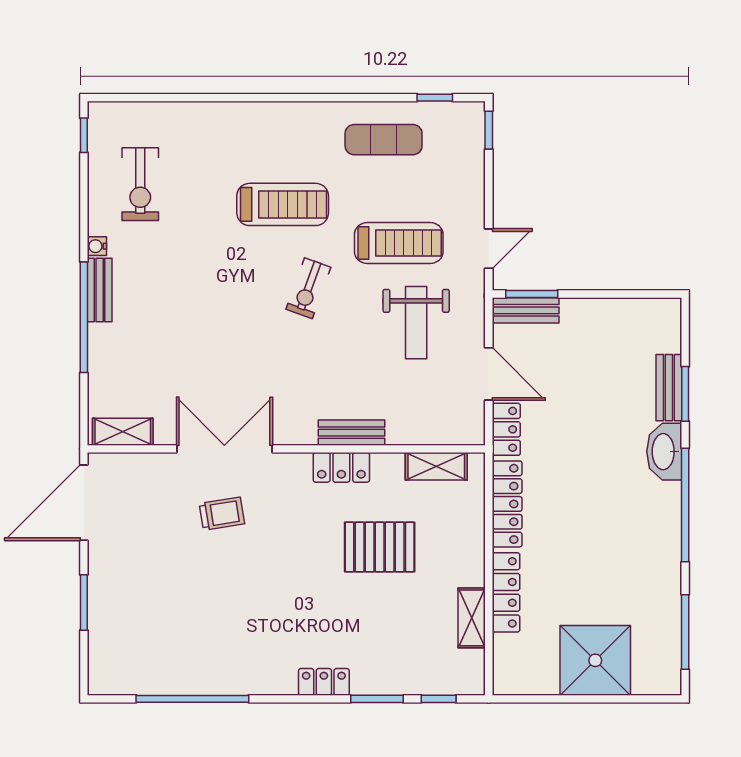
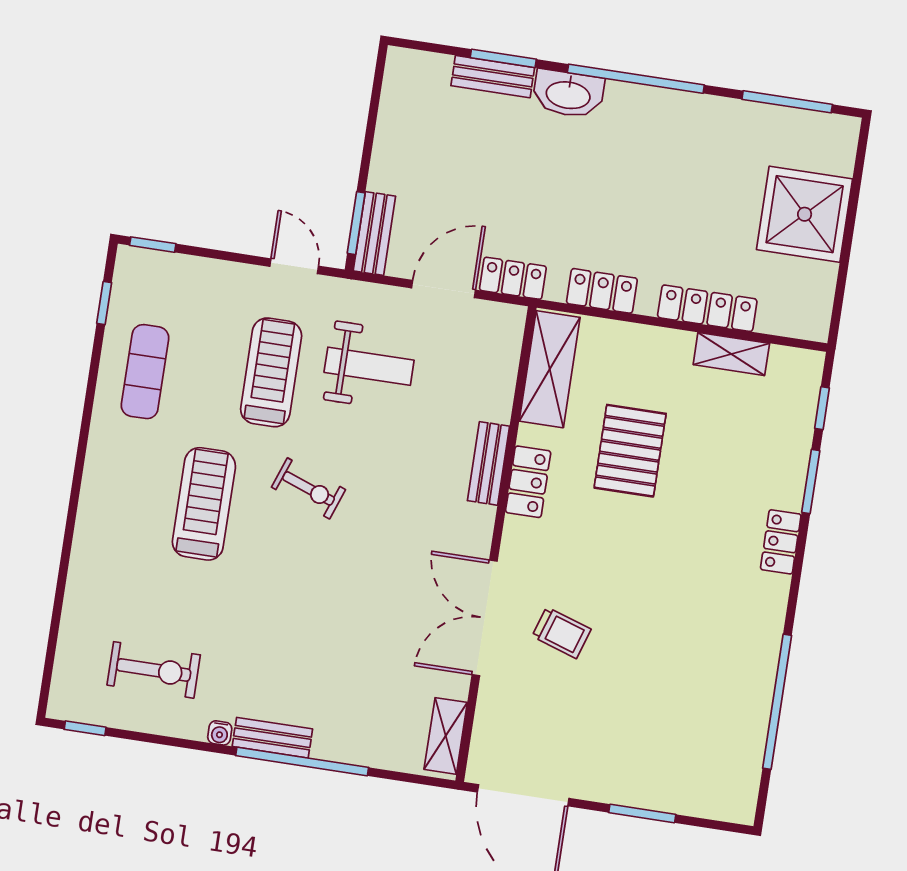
shelving: (436, 466) -> (550, 369), width x1.50, depth x1.33
locker: (507, 504) -> (602, 291), width x0.66
trolley: (222, 514) -> (561, 633), turned 117

